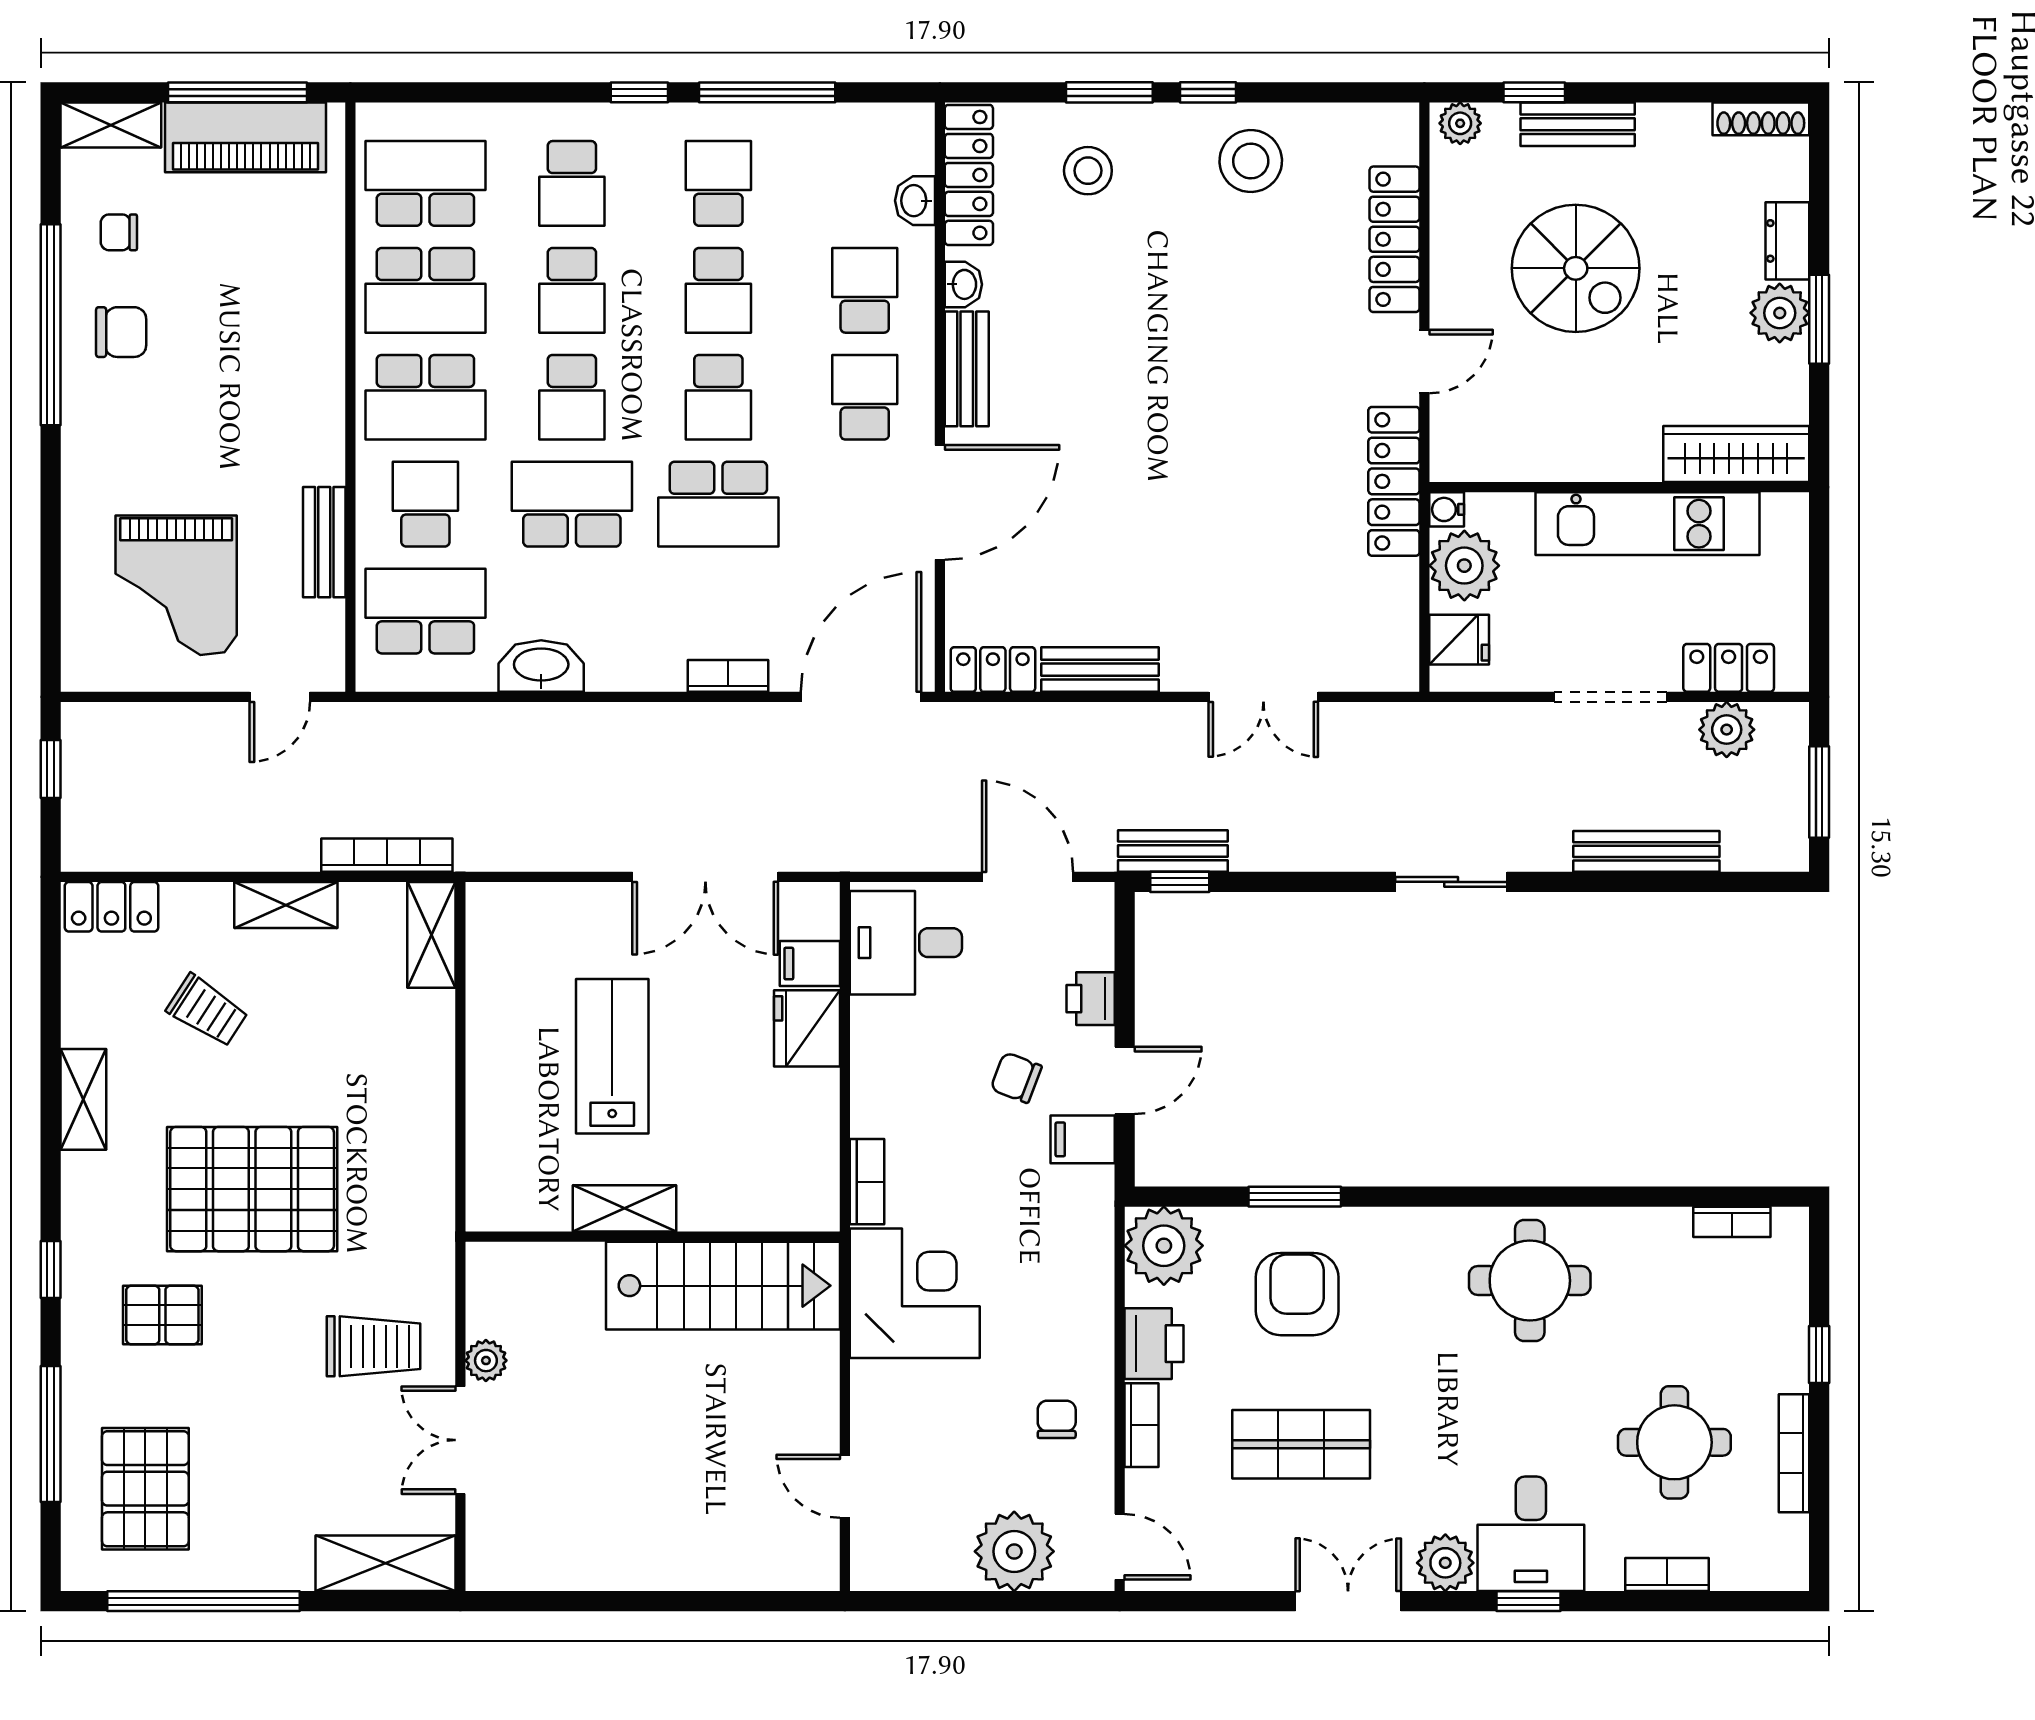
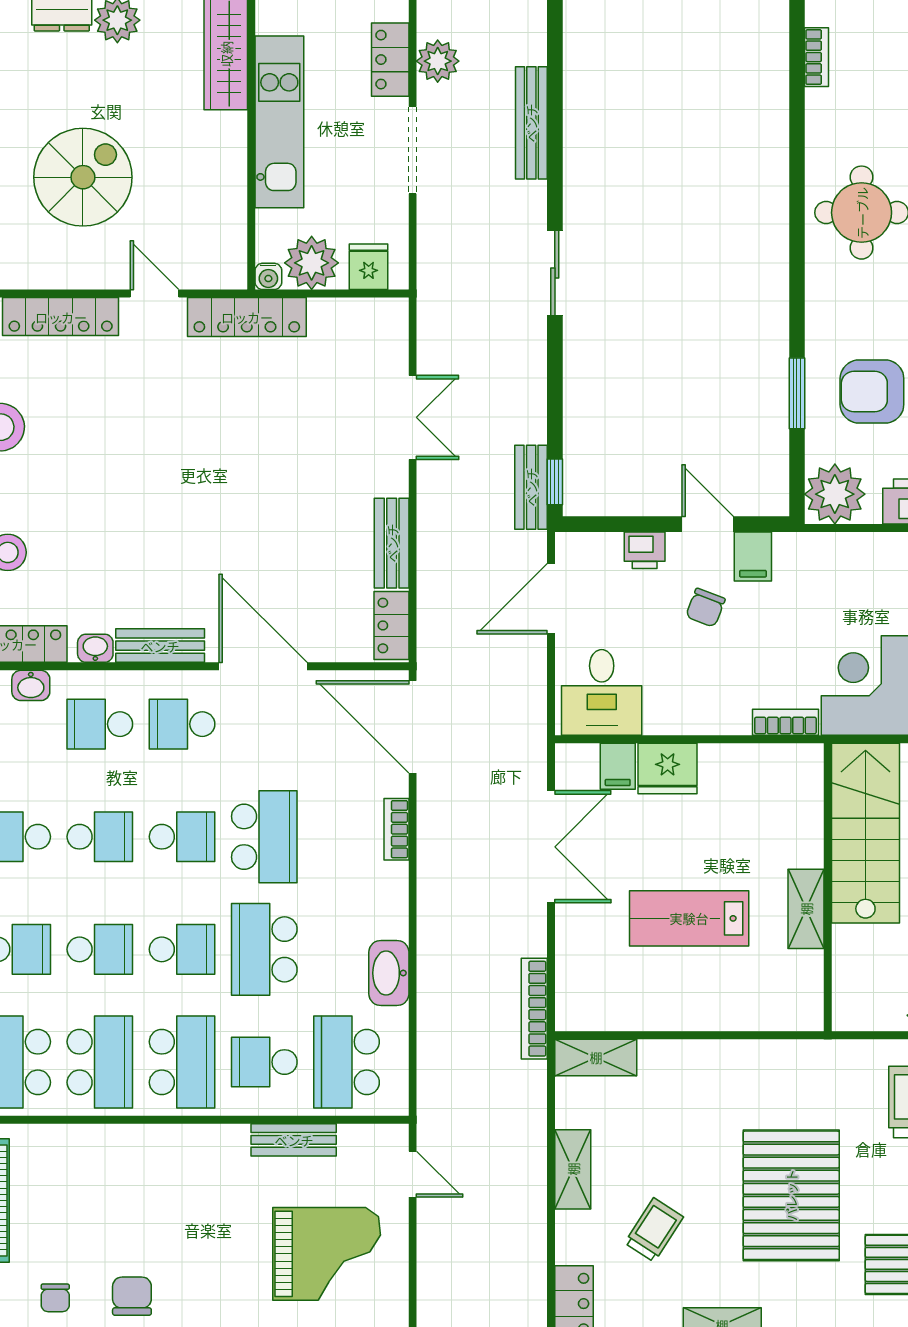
bookcase: (387, 855) -> (534, 1009), moved

